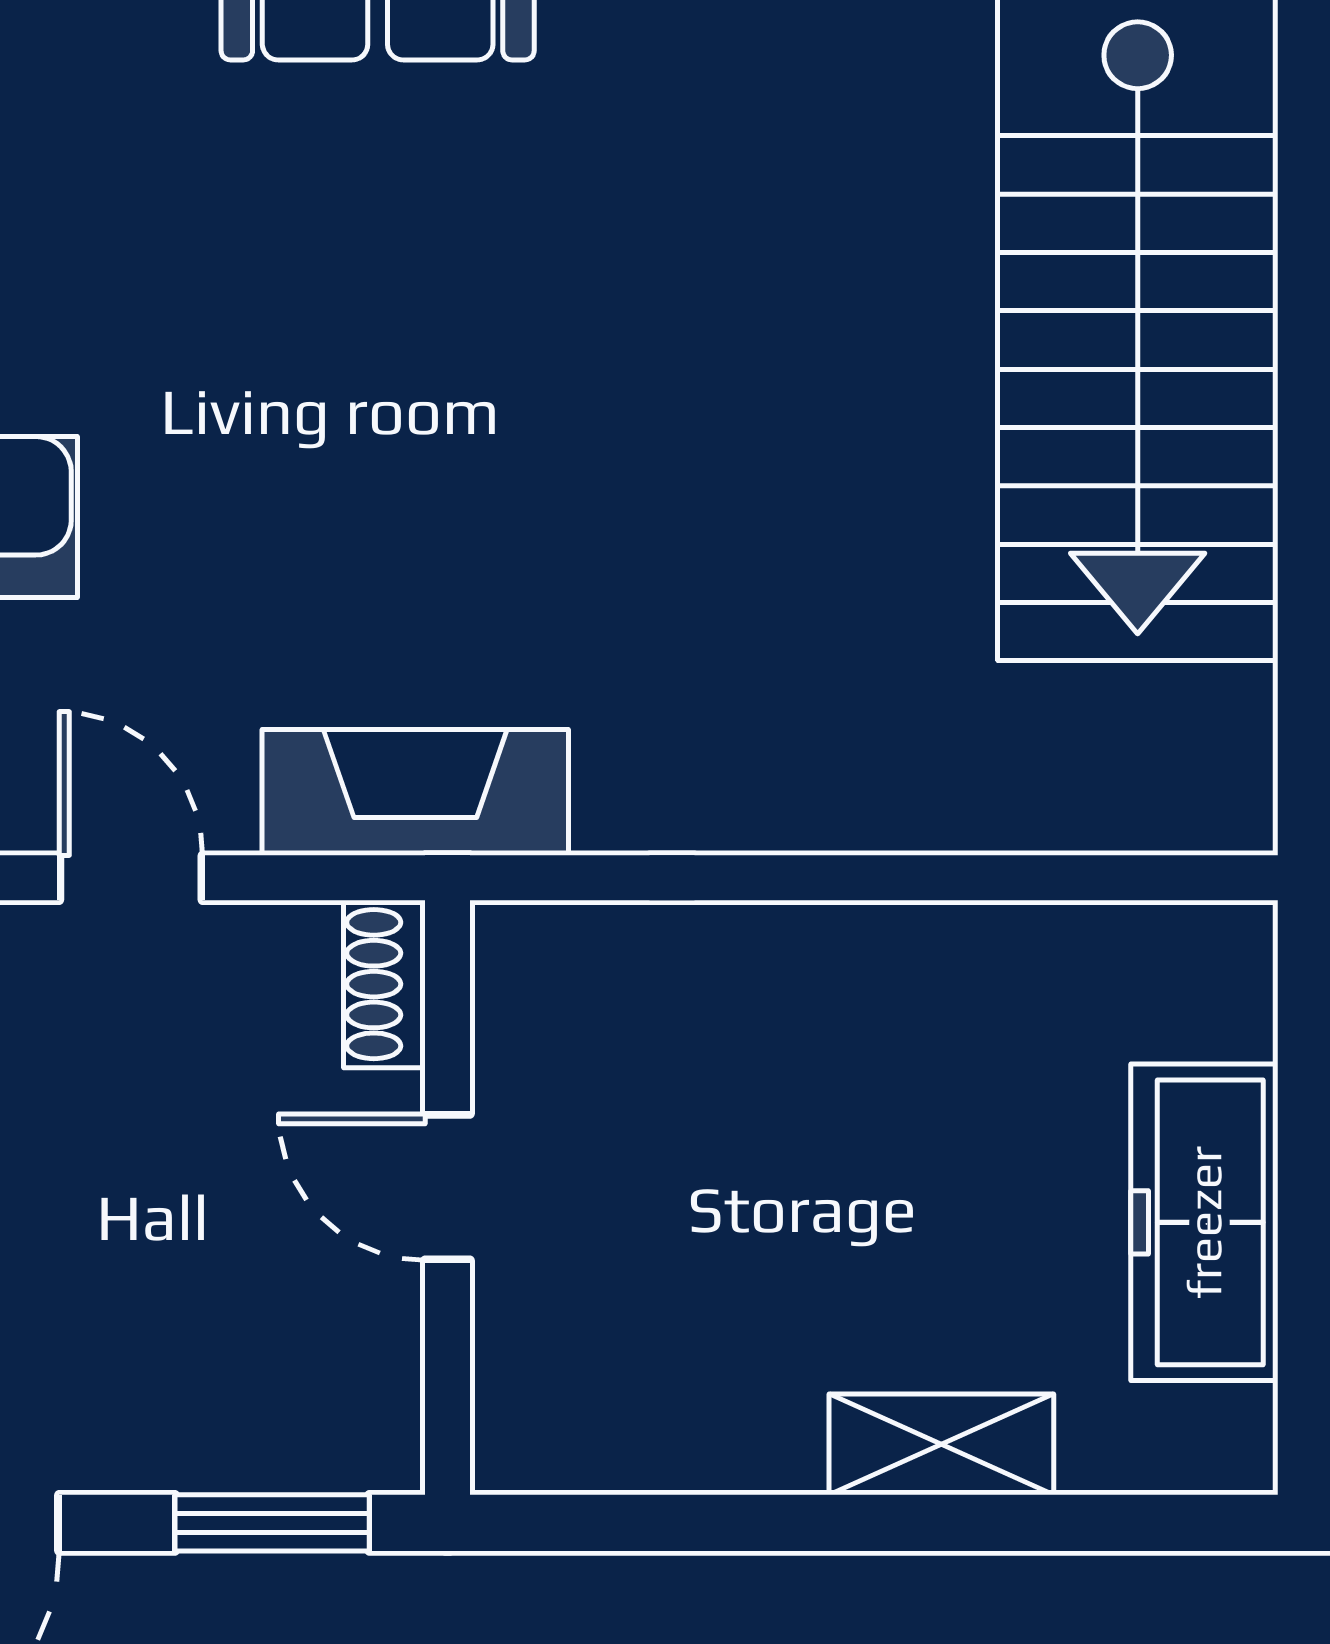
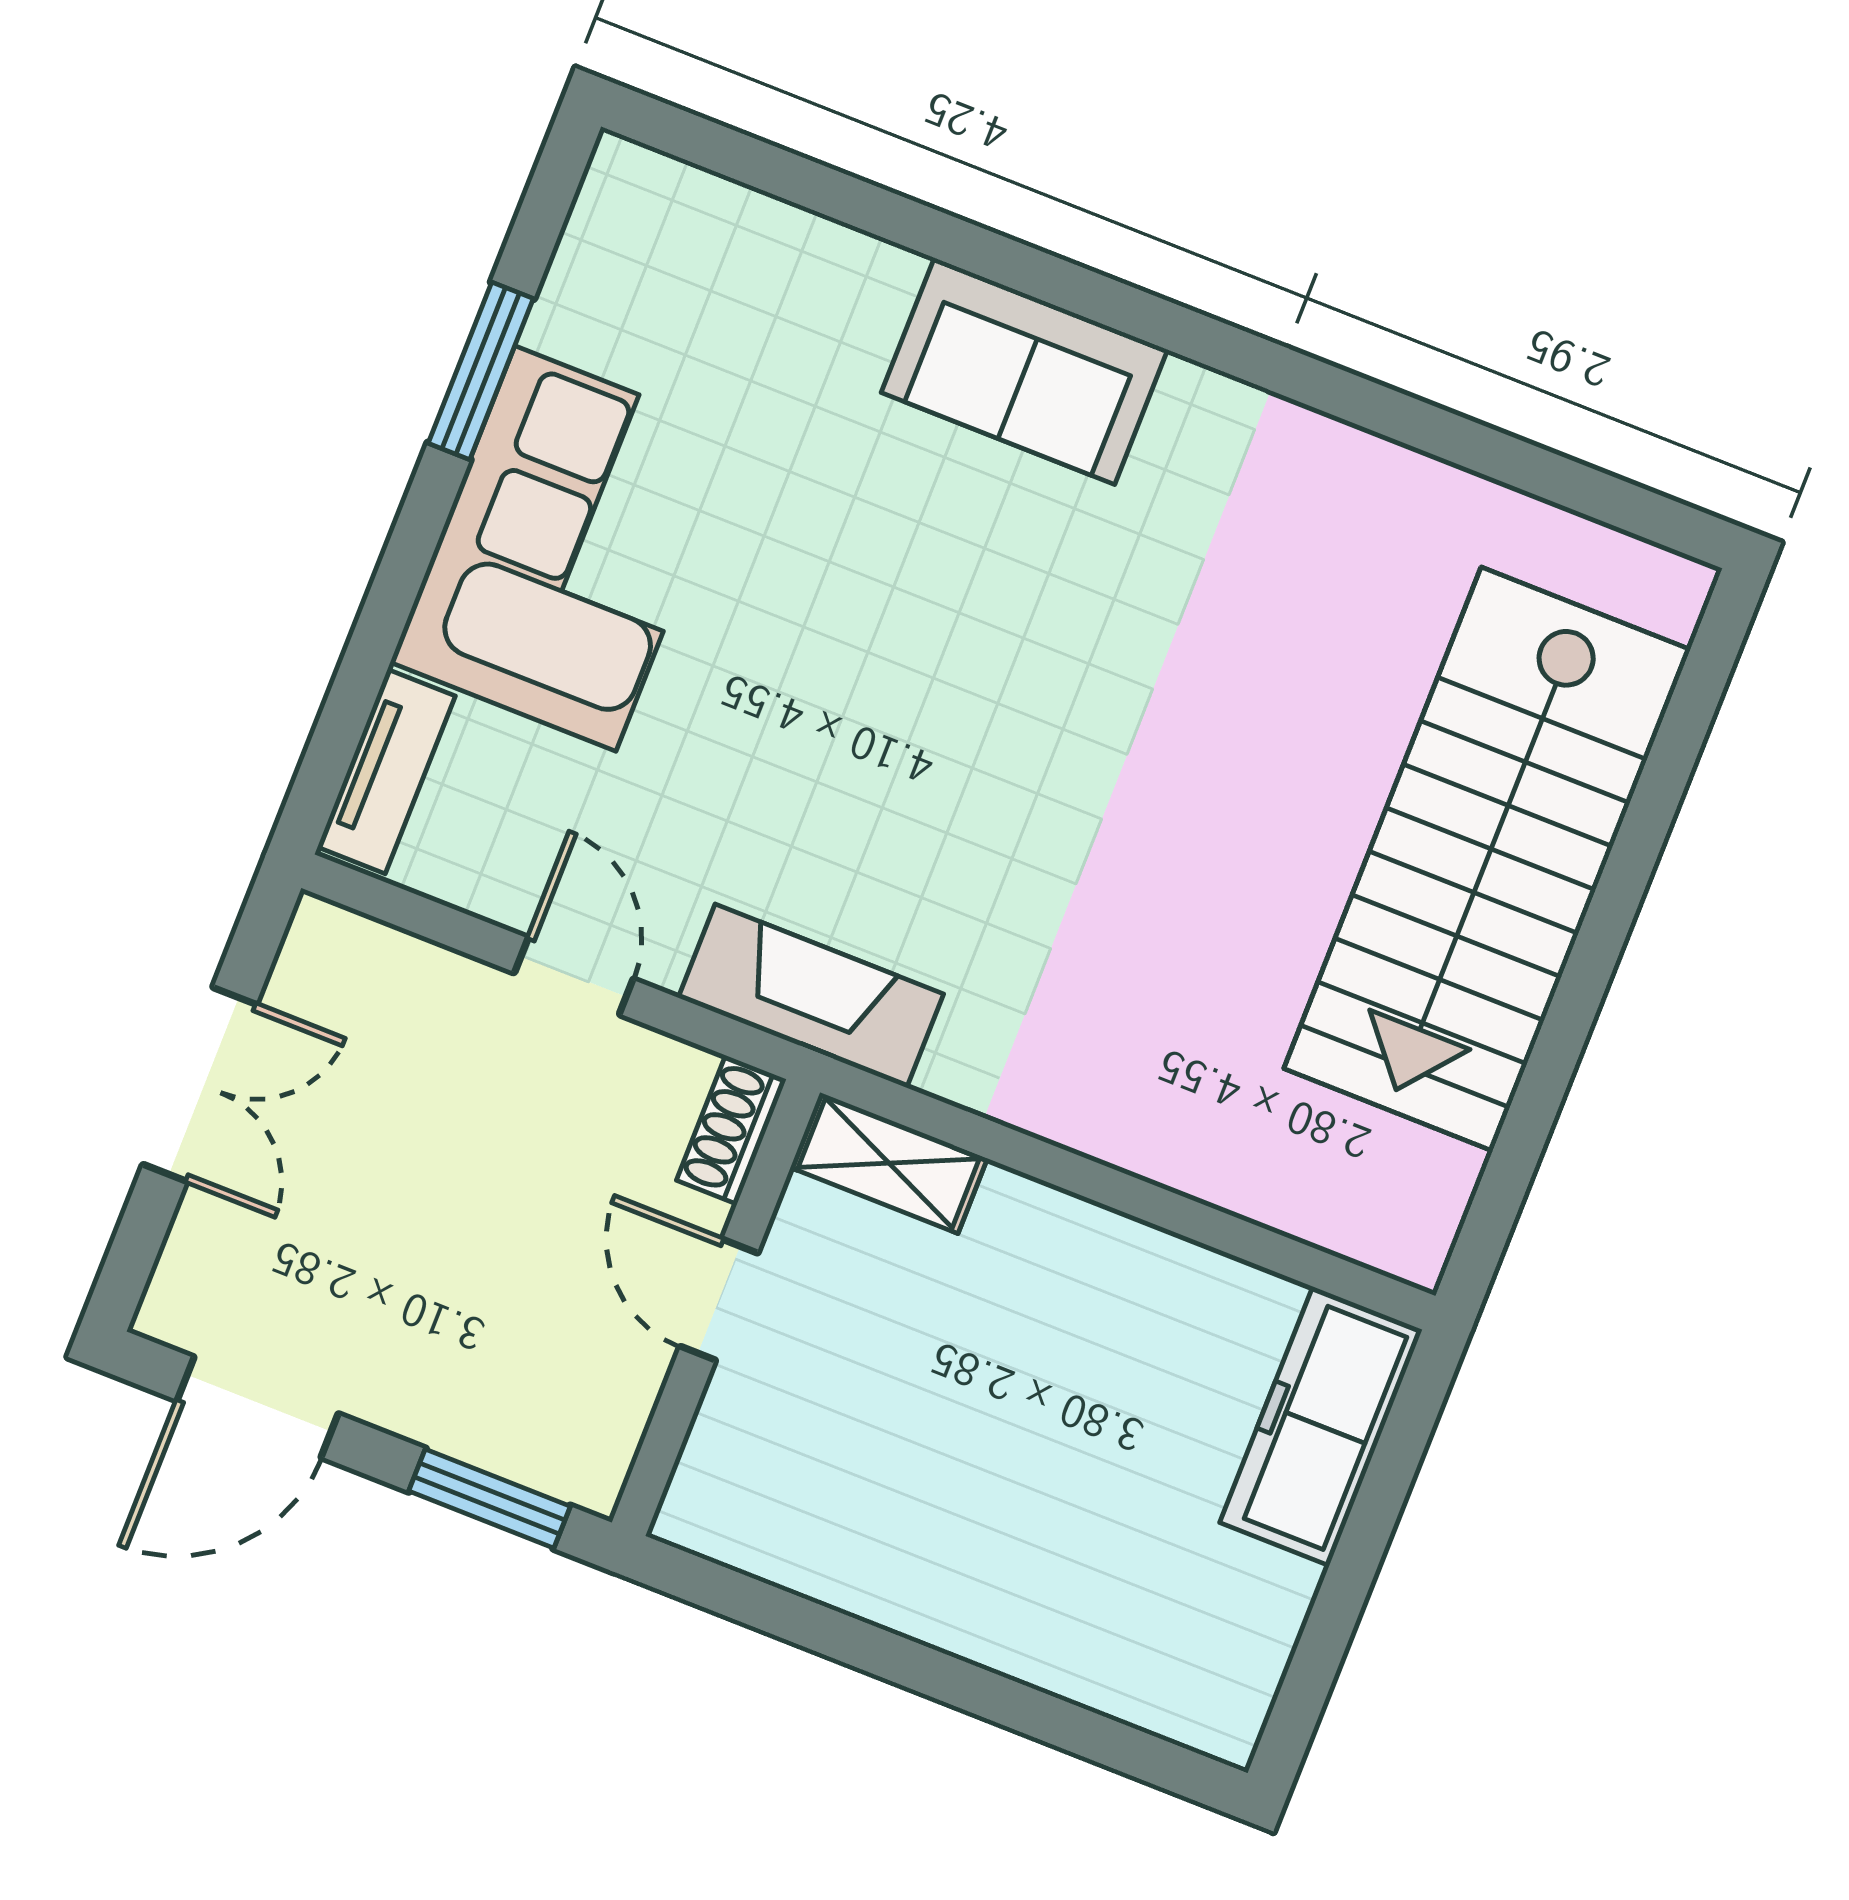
freezer: (1204, 1222) -> (1321, 1426), moved
shelving: (941, 1444) -> (889, 1163), moved

